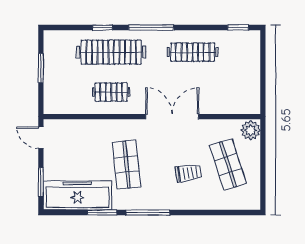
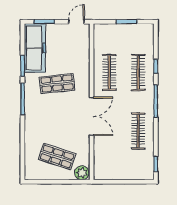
clothes rail: (111, 52) -> (138, 72), width x0.73, depth x0.76
clothes rail: (111, 92) -> (109, 72), width x1.36
shop shelf: (228, 165) -> (57, 157), turned 36
trolley: (189, 173) -> (51, 128), removed

